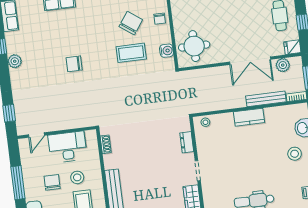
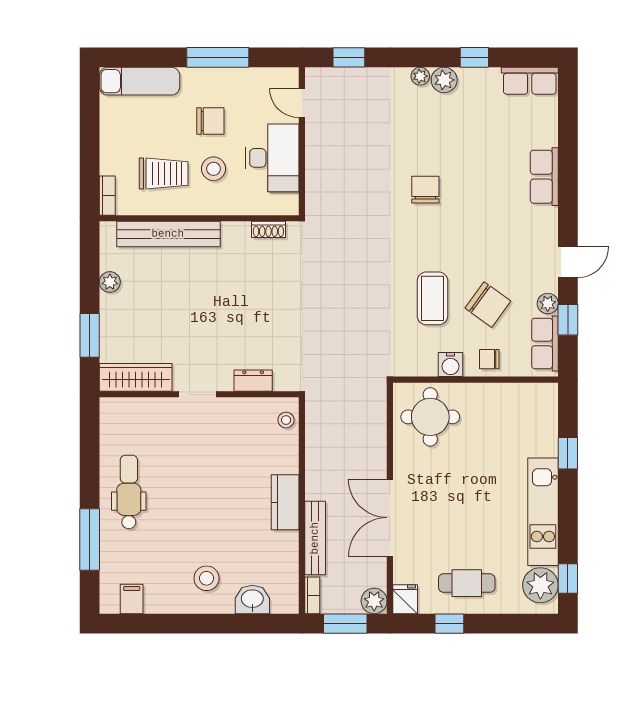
water cooler: (167, 51) -> (451, 365), moved
plant: (283, 65) -> (374, 601), moved
plant: (14, 74) -> (420, 76), added

